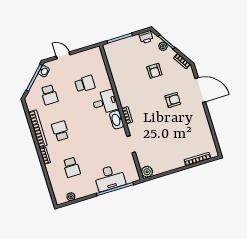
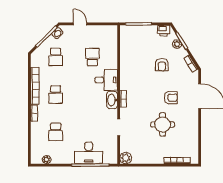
school desk: (85, 84) -> (92, 57), turned -90
round table: (173, 128) -> (163, 125), added
school desk: (60, 131) -> (56, 94), turned 180

